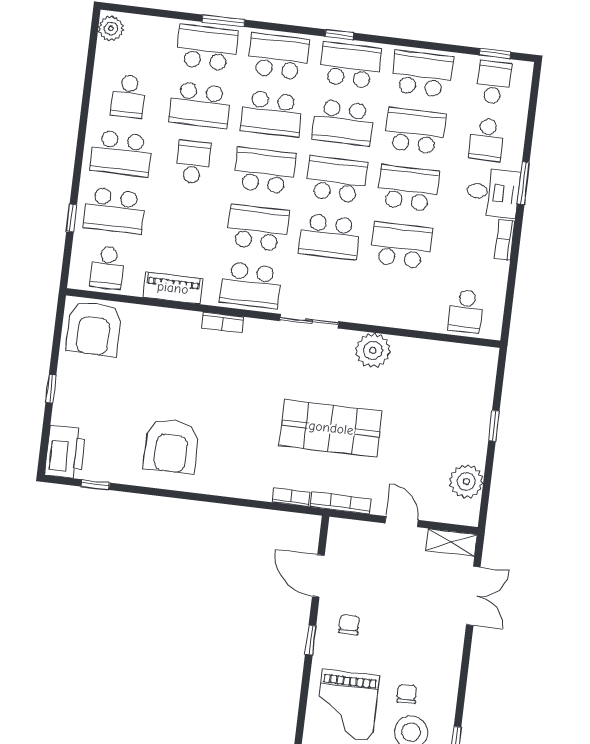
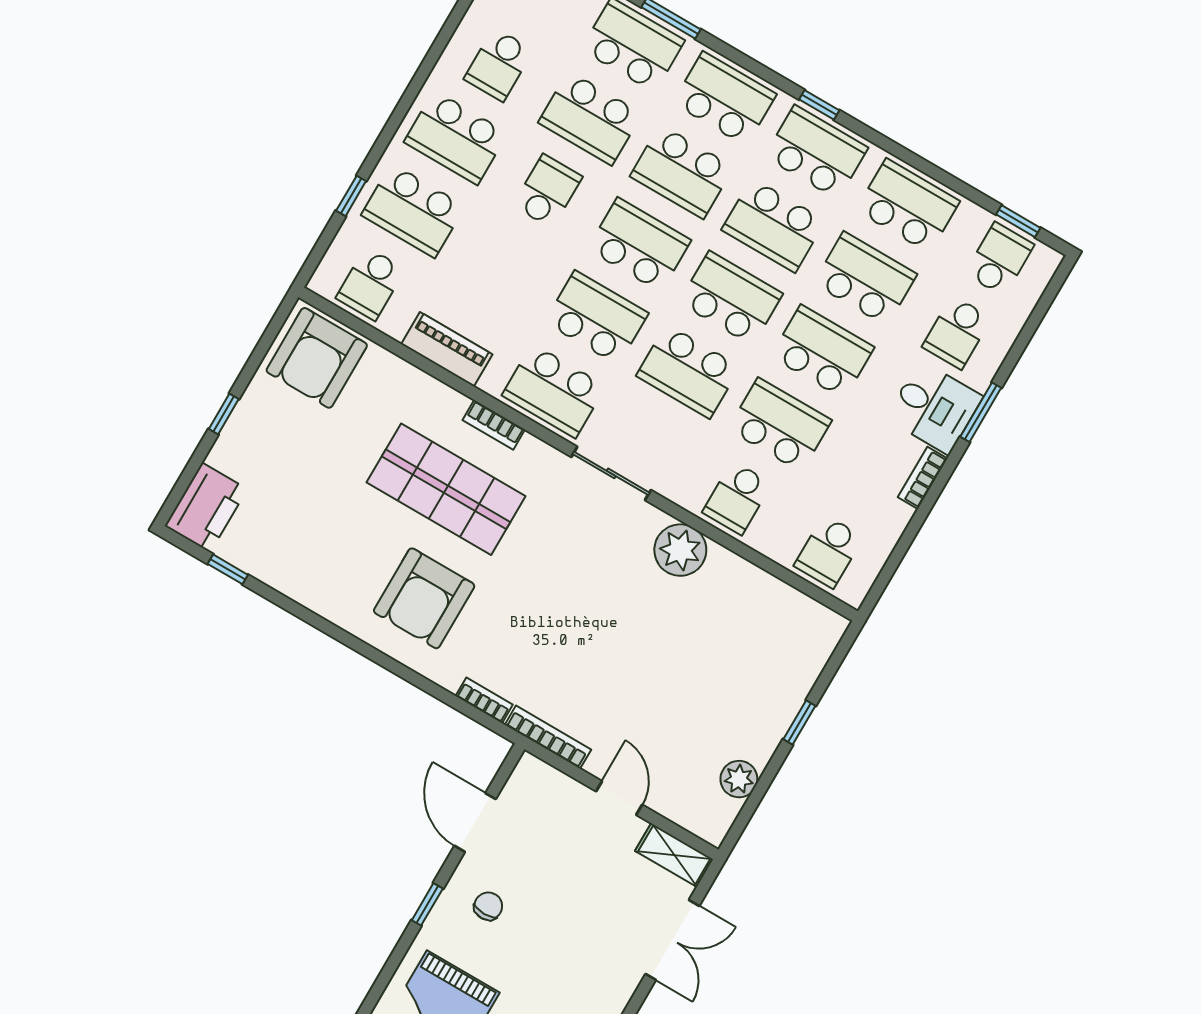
school desk: (394, 302) -> (737, 498), added
shop shelf: (331, 428) -> (446, 489), moved
armchair: (172, 446) -> (424, 598), moved
plant: (466, 481) -> (739, 779), width x0.73, depth x0.73

